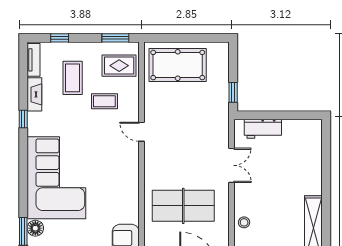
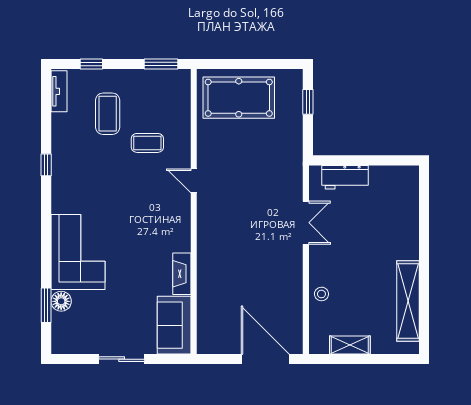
rug: (119, 66) -> (166, 98), removed
window: (233, 92) -> (308, 102), moved
fireplace: (34, 94) -> (182, 274), moved, turned 180
corner sofa: (56, 178) -> (78, 252), width x0.73, depth x0.74
table tennis table: (183, 206) -> (246, 273), removed

